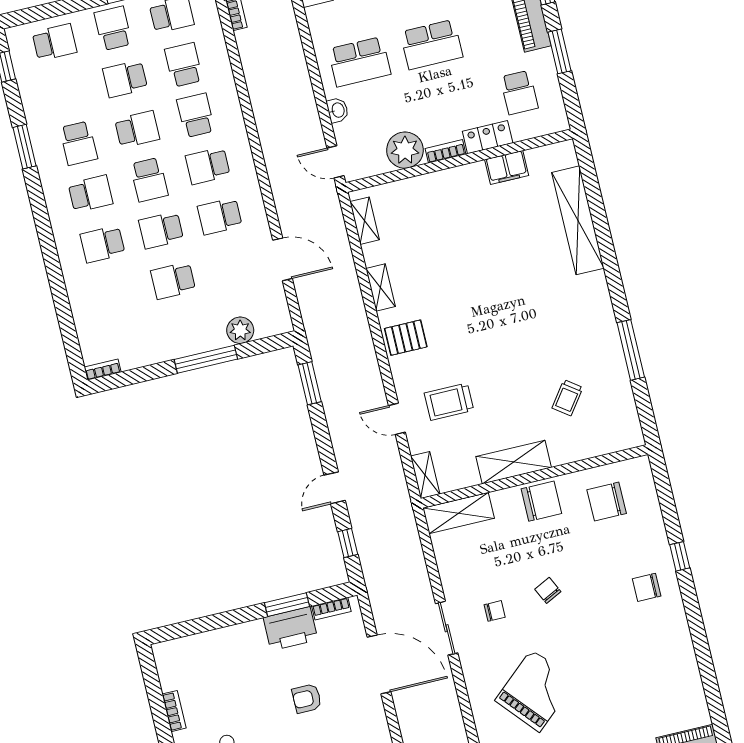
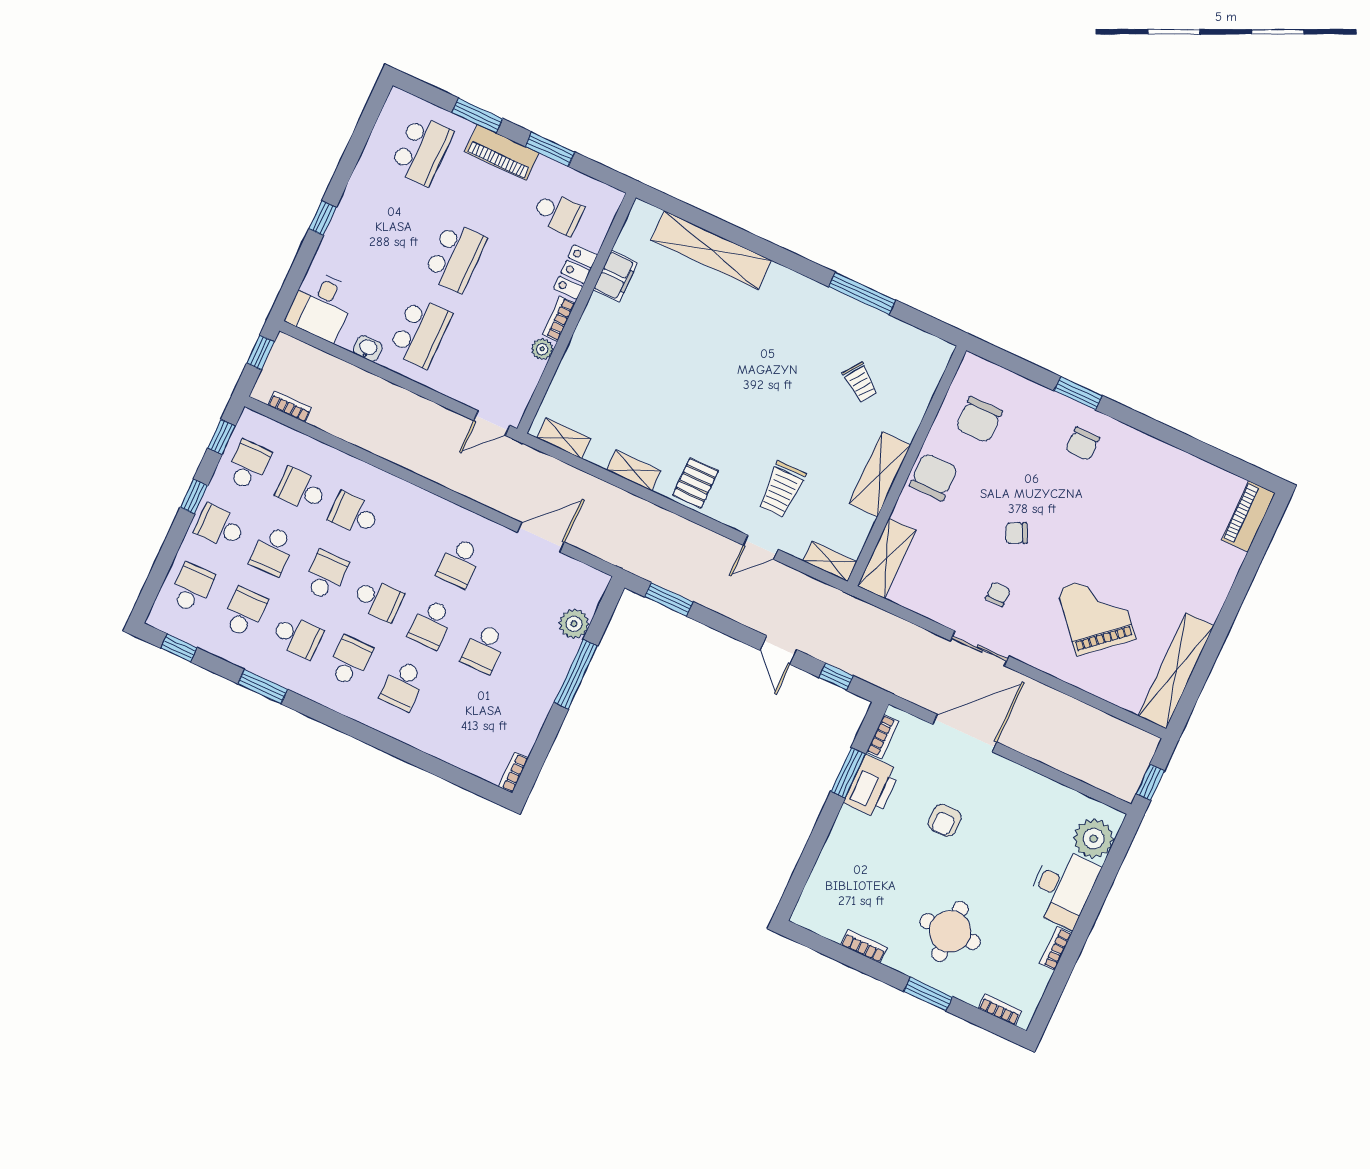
washbasin: (338, 110) -> (368, 348), moved
plant: (405, 150) -> (542, 349), width x0.53, depth x0.53
school desk: (208, 166) -> (244, 612), moved, turned 180
window: (680, 556) -> (1078, 393), width x1.50

